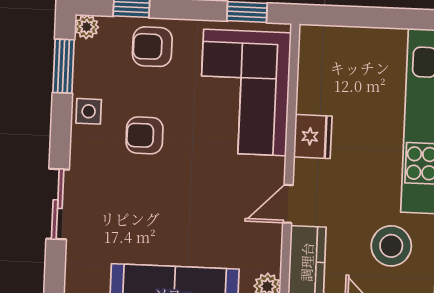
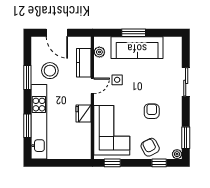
armchair: (152, 47) -> (150, 147), turned -118
side table: (89, 111) -> (117, 80), moved
armchair: (145, 135) -> (152, 111), turned -90

